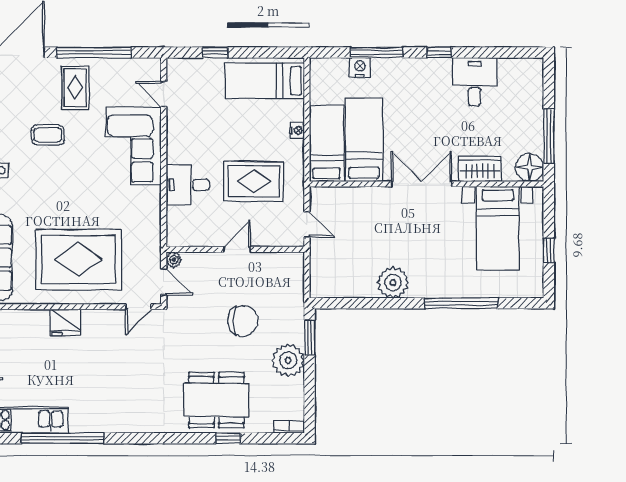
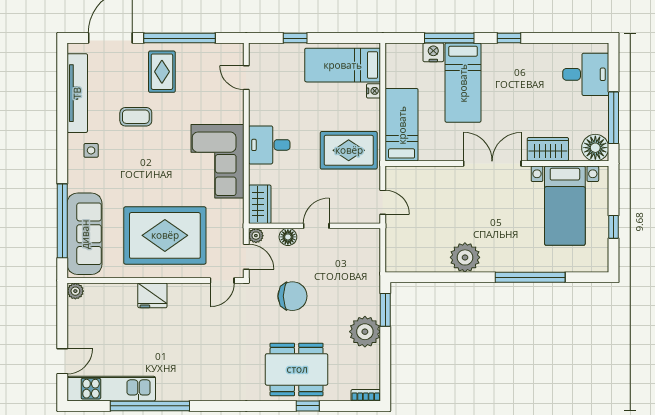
desk: (475, 82) -> (586, 74), moved, turned 90
nightstand: (297, 130) -> (374, 91), moved
bed: (364, 140) -> (463, 83), moved, turned 180
corner sofa: (134, 146) -> (218, 161), moved
rug: (254, 181) -> (349, 150), moved
desk: (188, 185) -> (269, 145), moved
wardrobe: (178, 227) -> (260, 204), added
floor lamp: (207, 261) -> (288, 237), added
chair: (243, 321) -> (292, 296), moved

